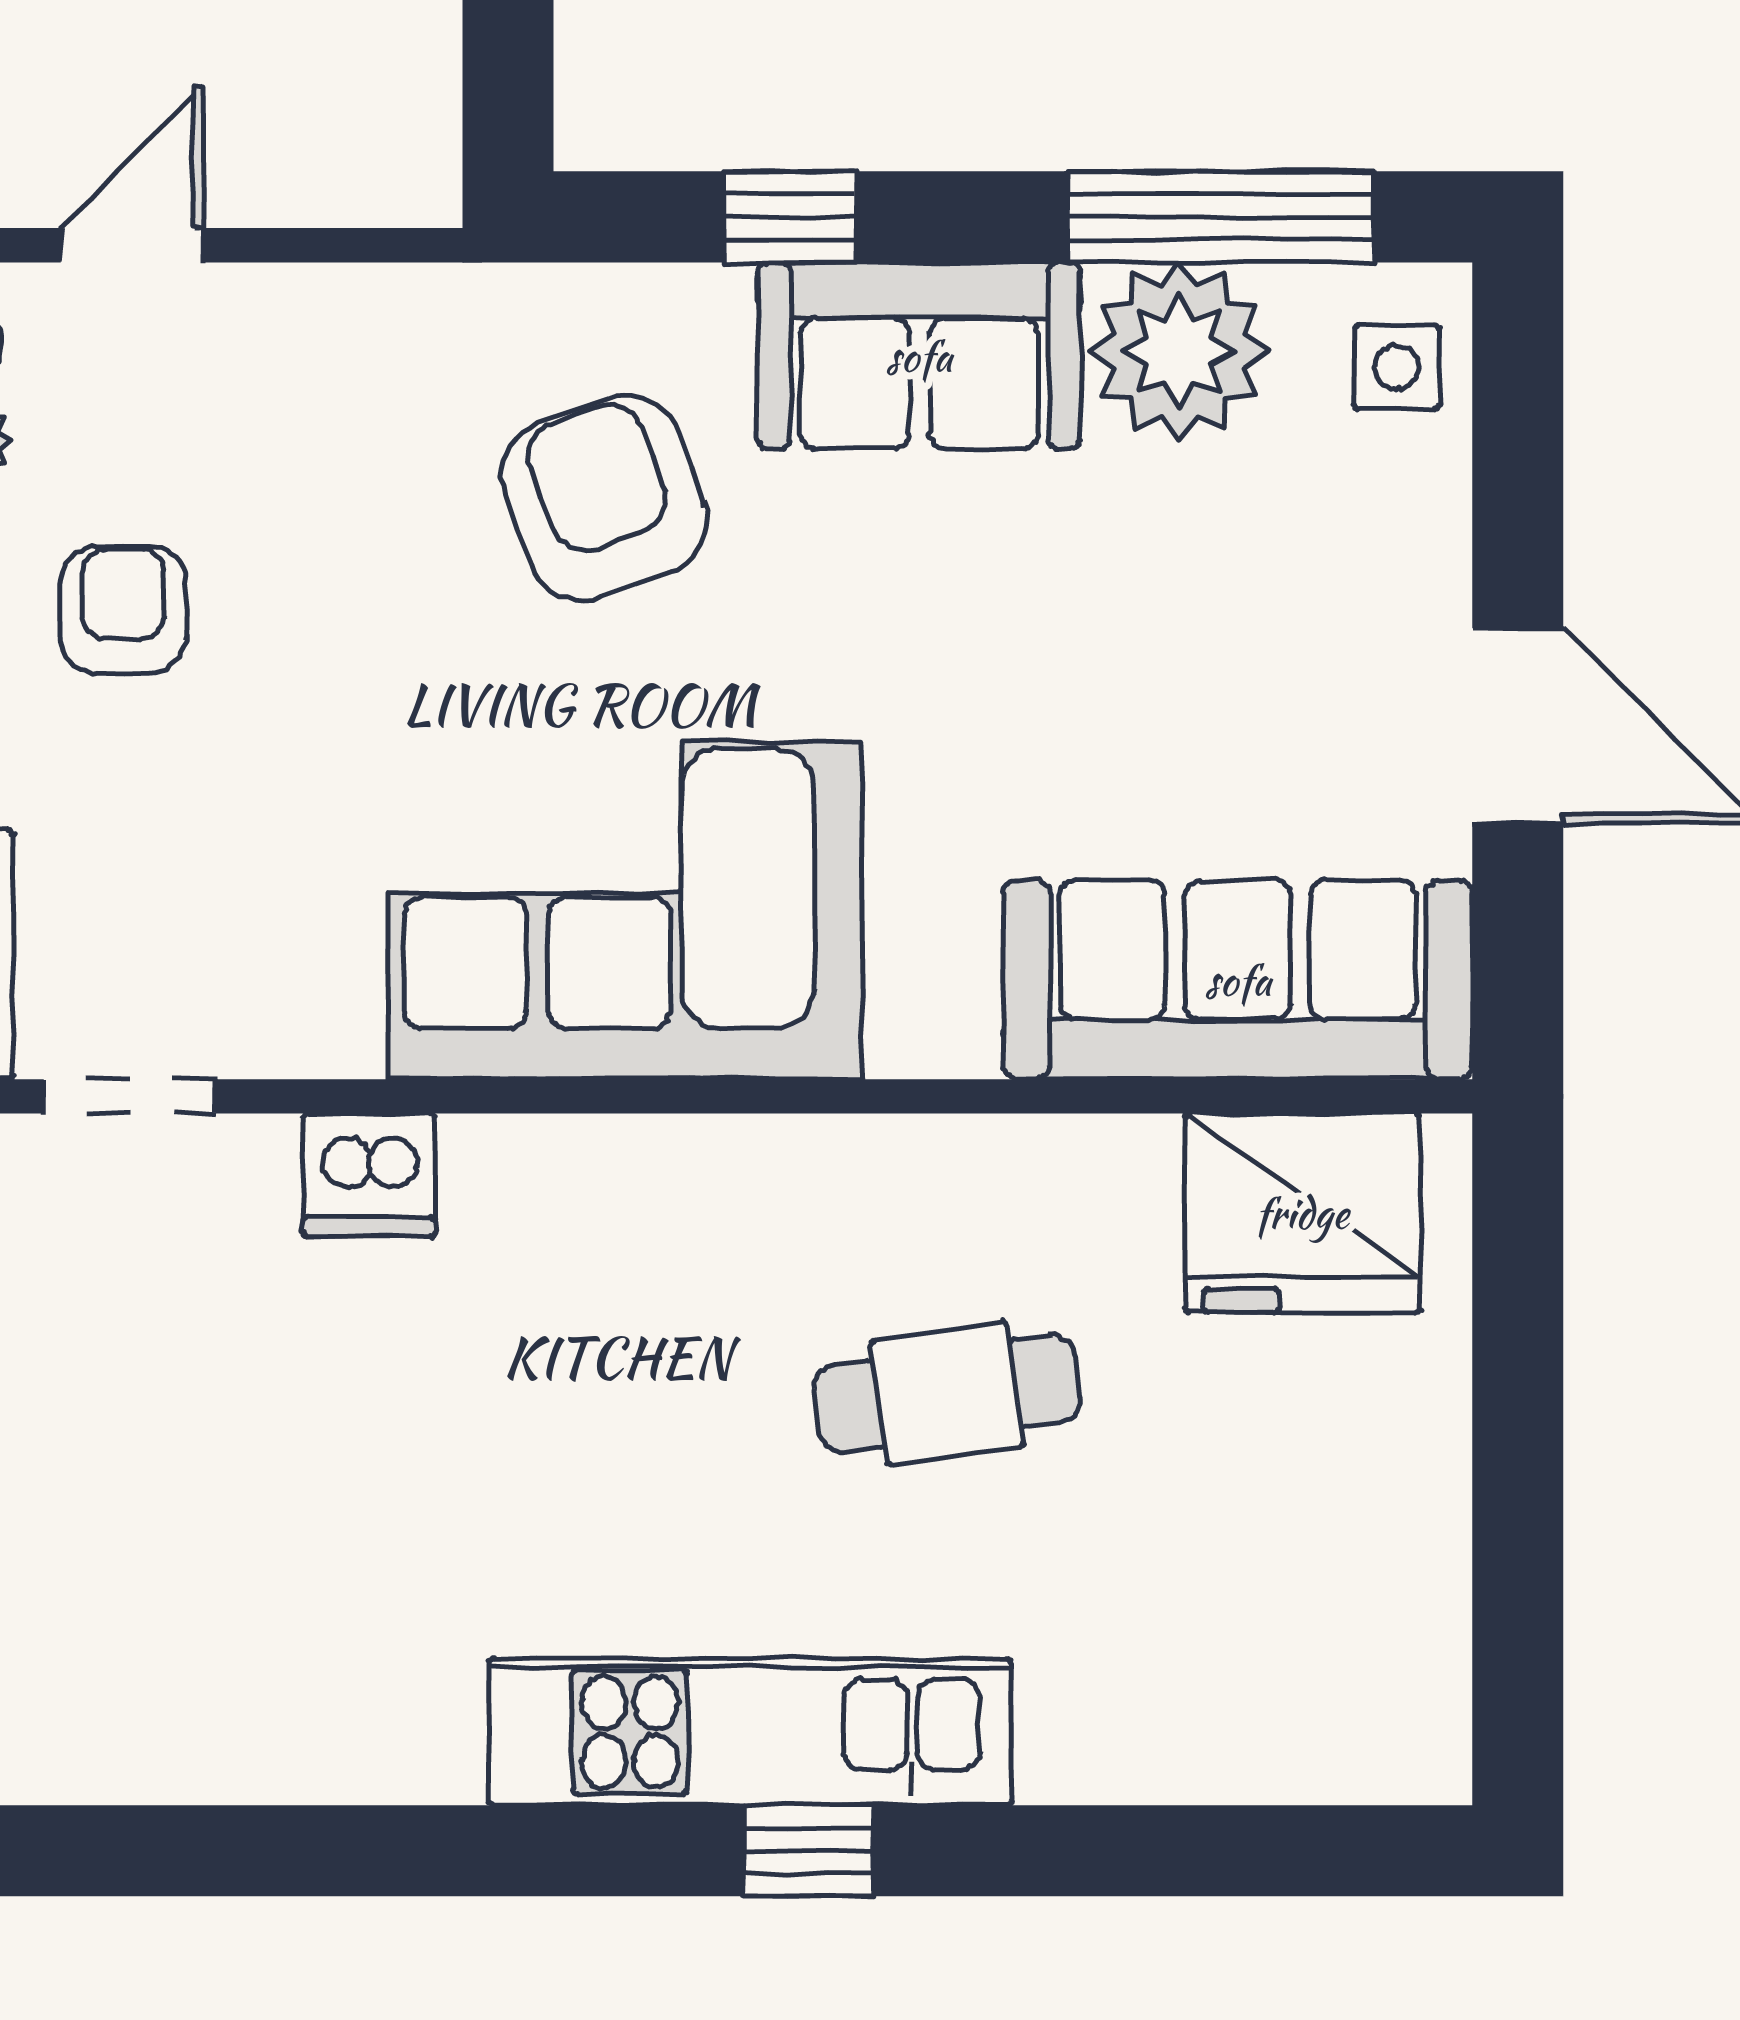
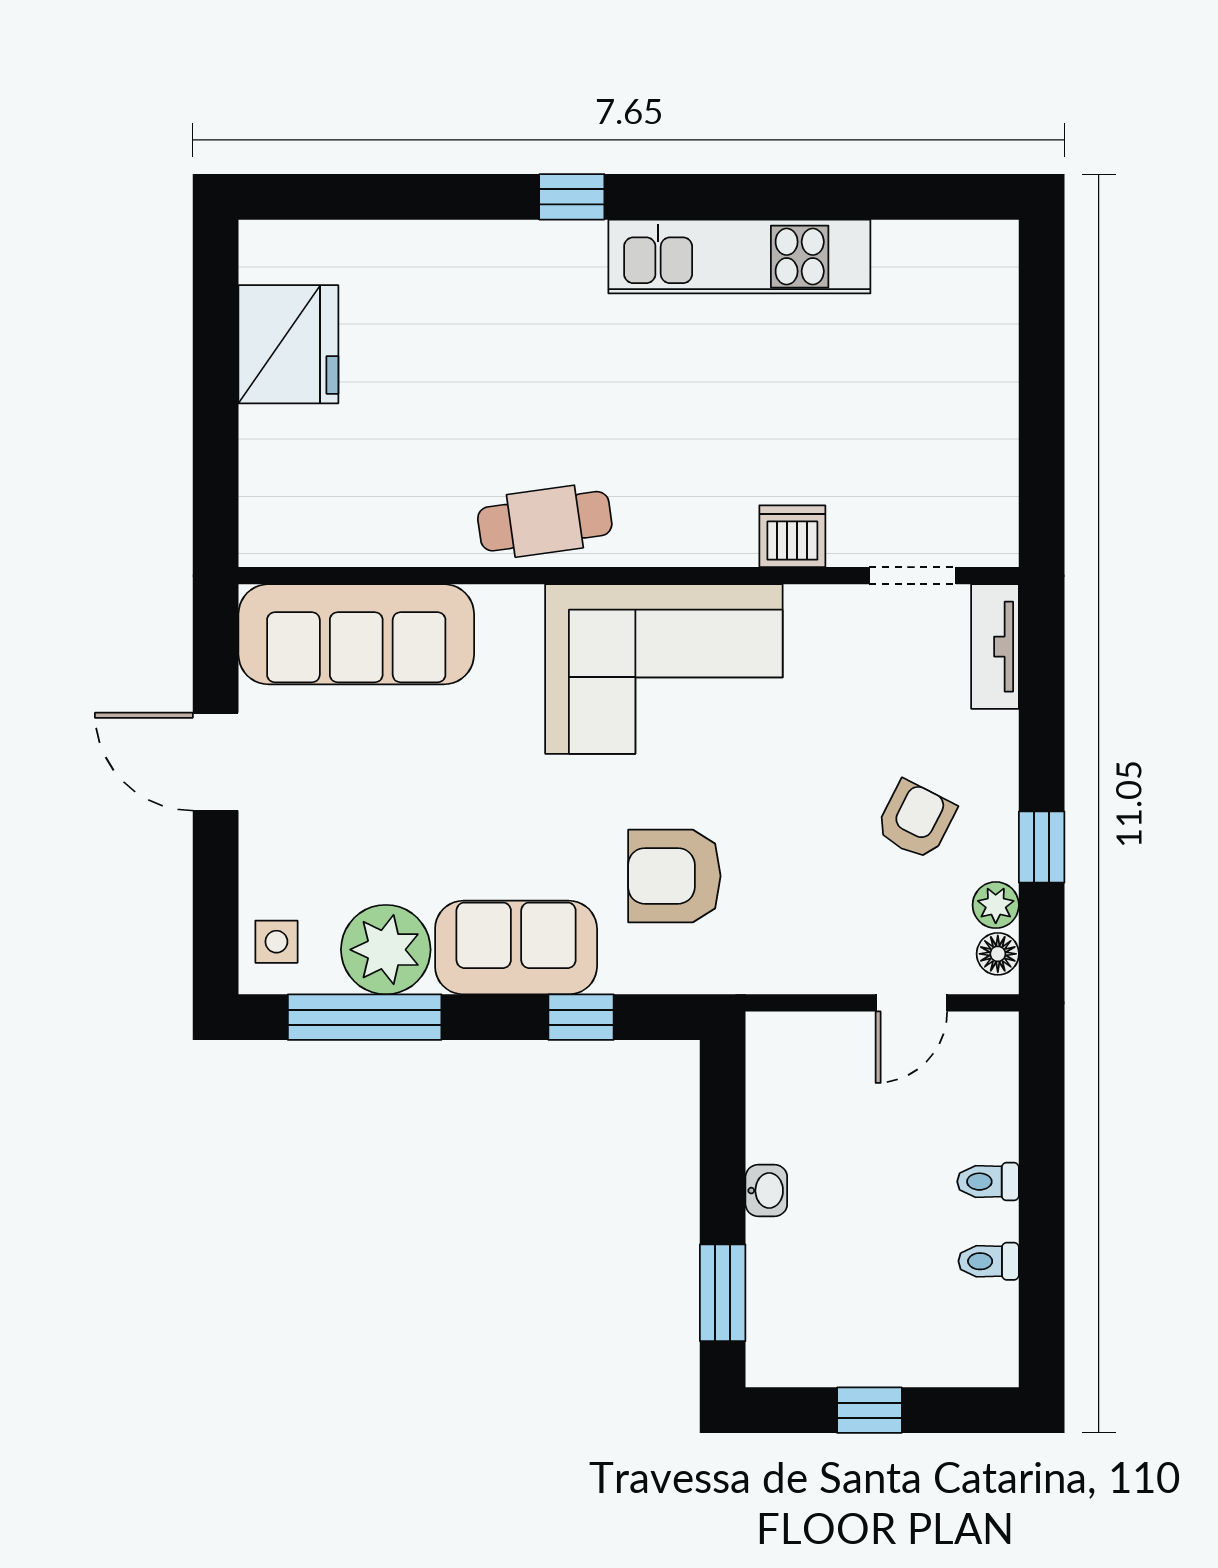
armchair: (604, 498) -> (674, 876), turned 110
armchair: (123, 610) -> (916, 820), turned -153
fridge: (1302, 1213) -> (288, 344), moved, turned 90
cafe table: (947, 1394) -> (545, 521), moved
kitchen unit: (750, 1732) -> (739, 257), moved

